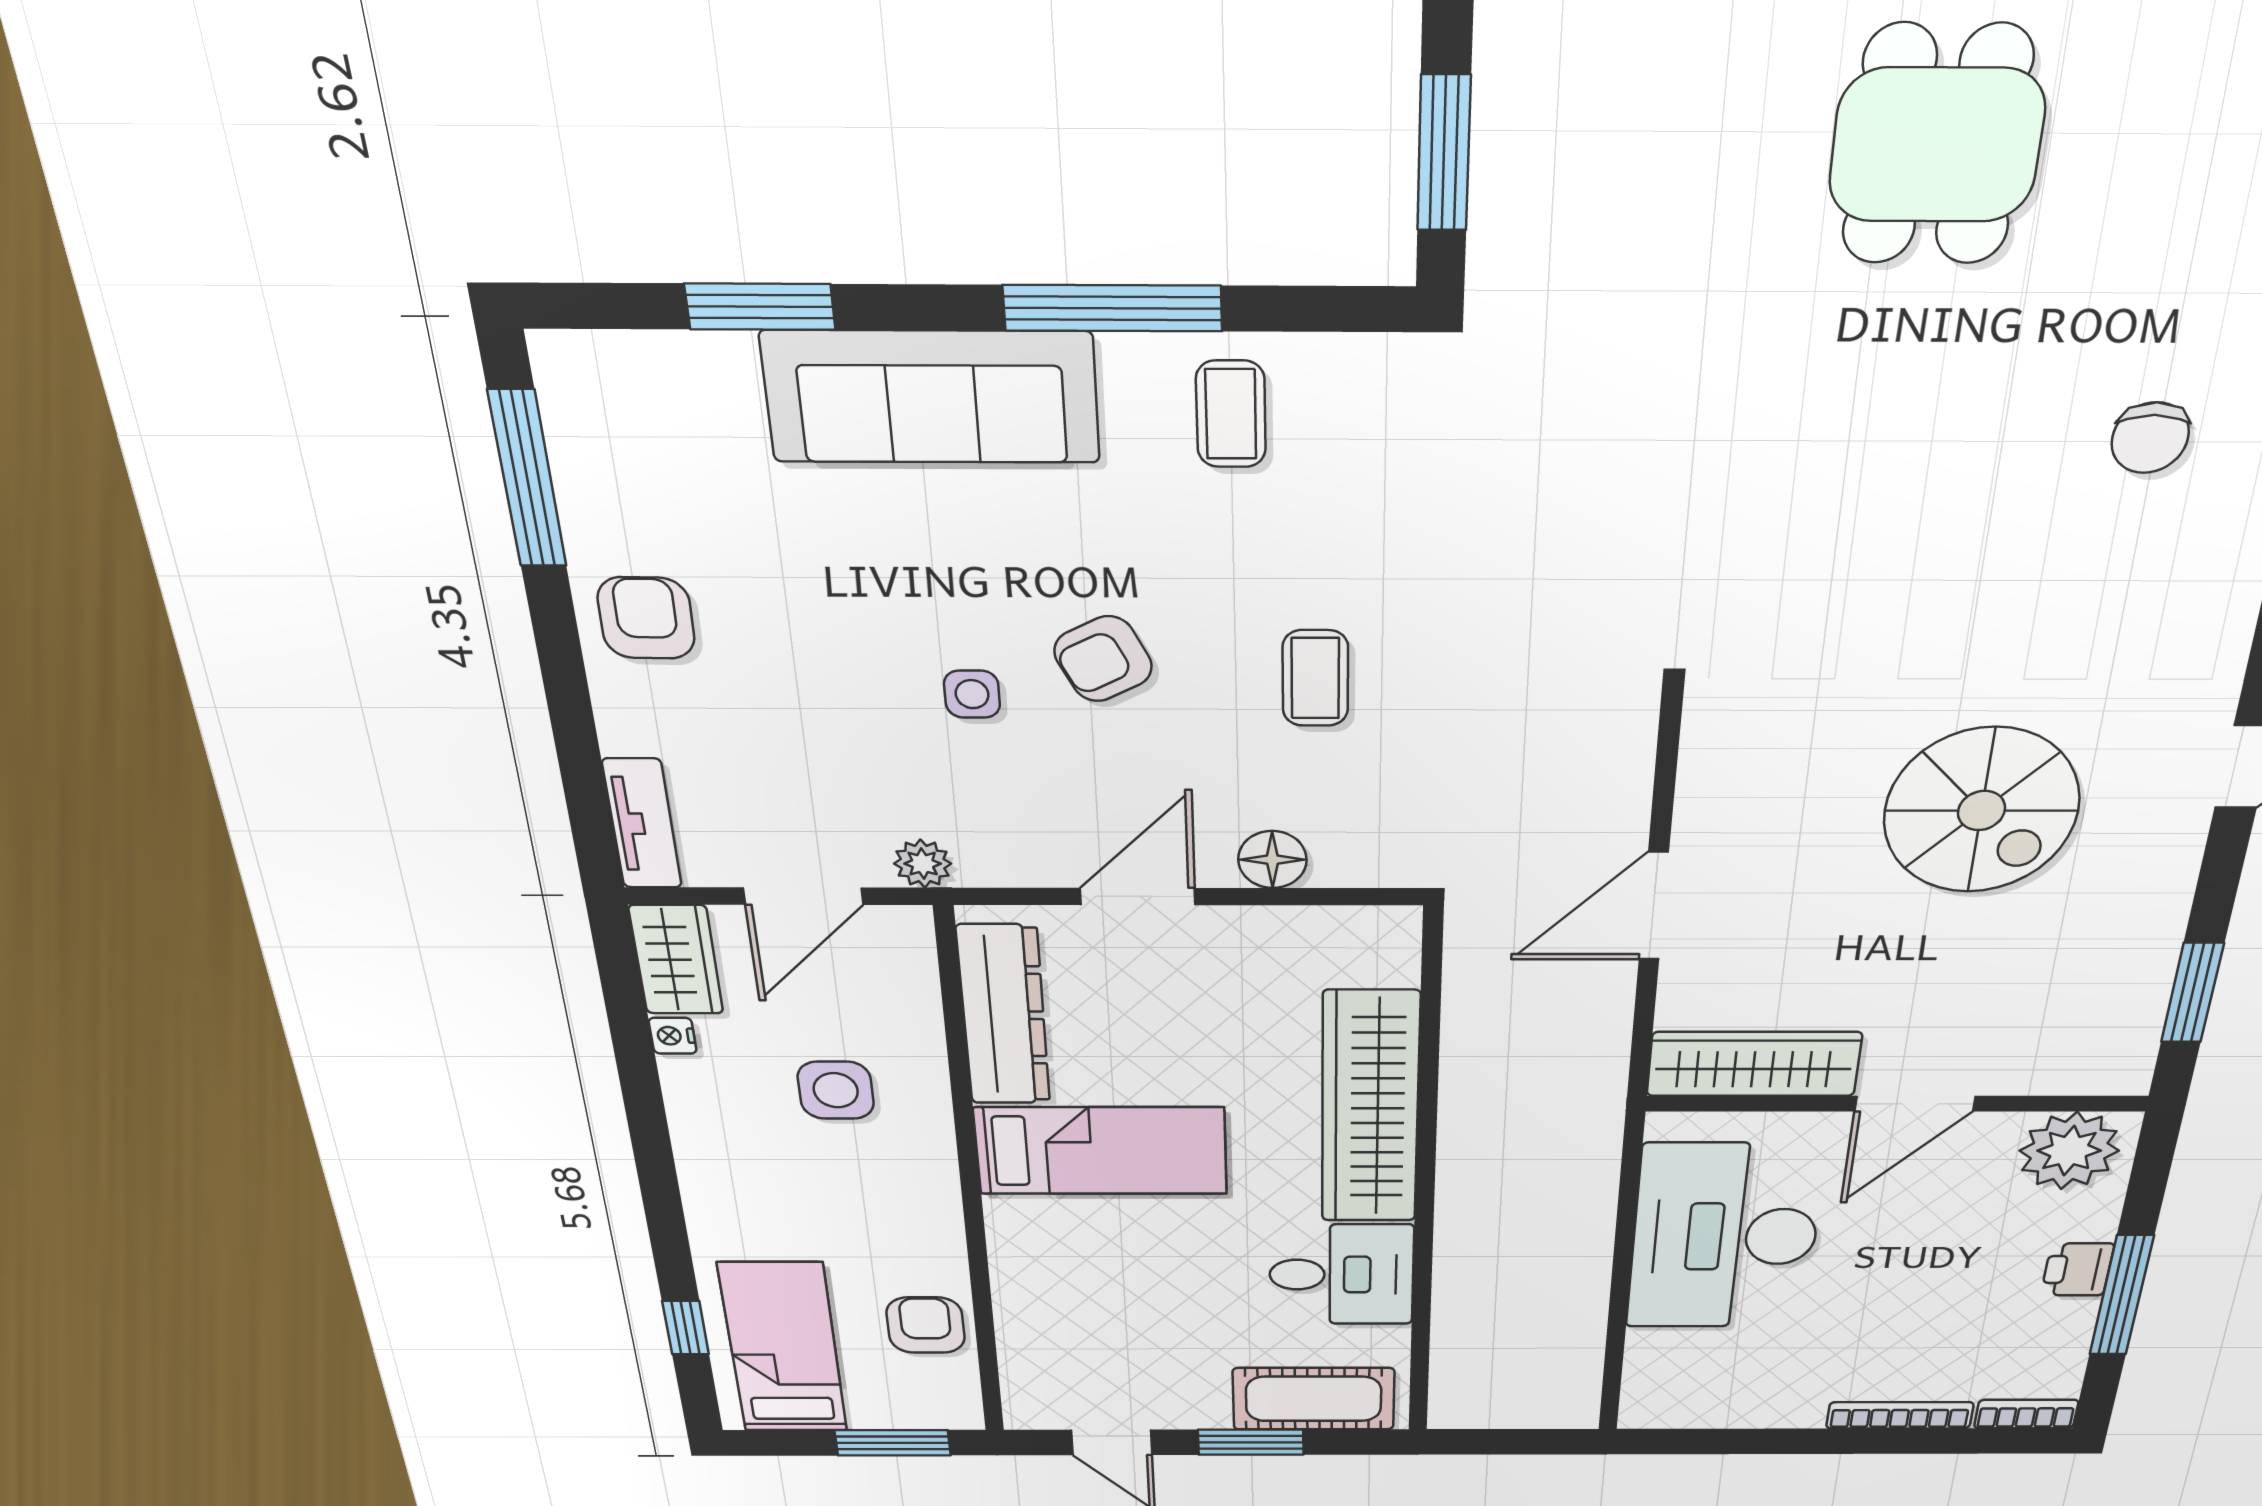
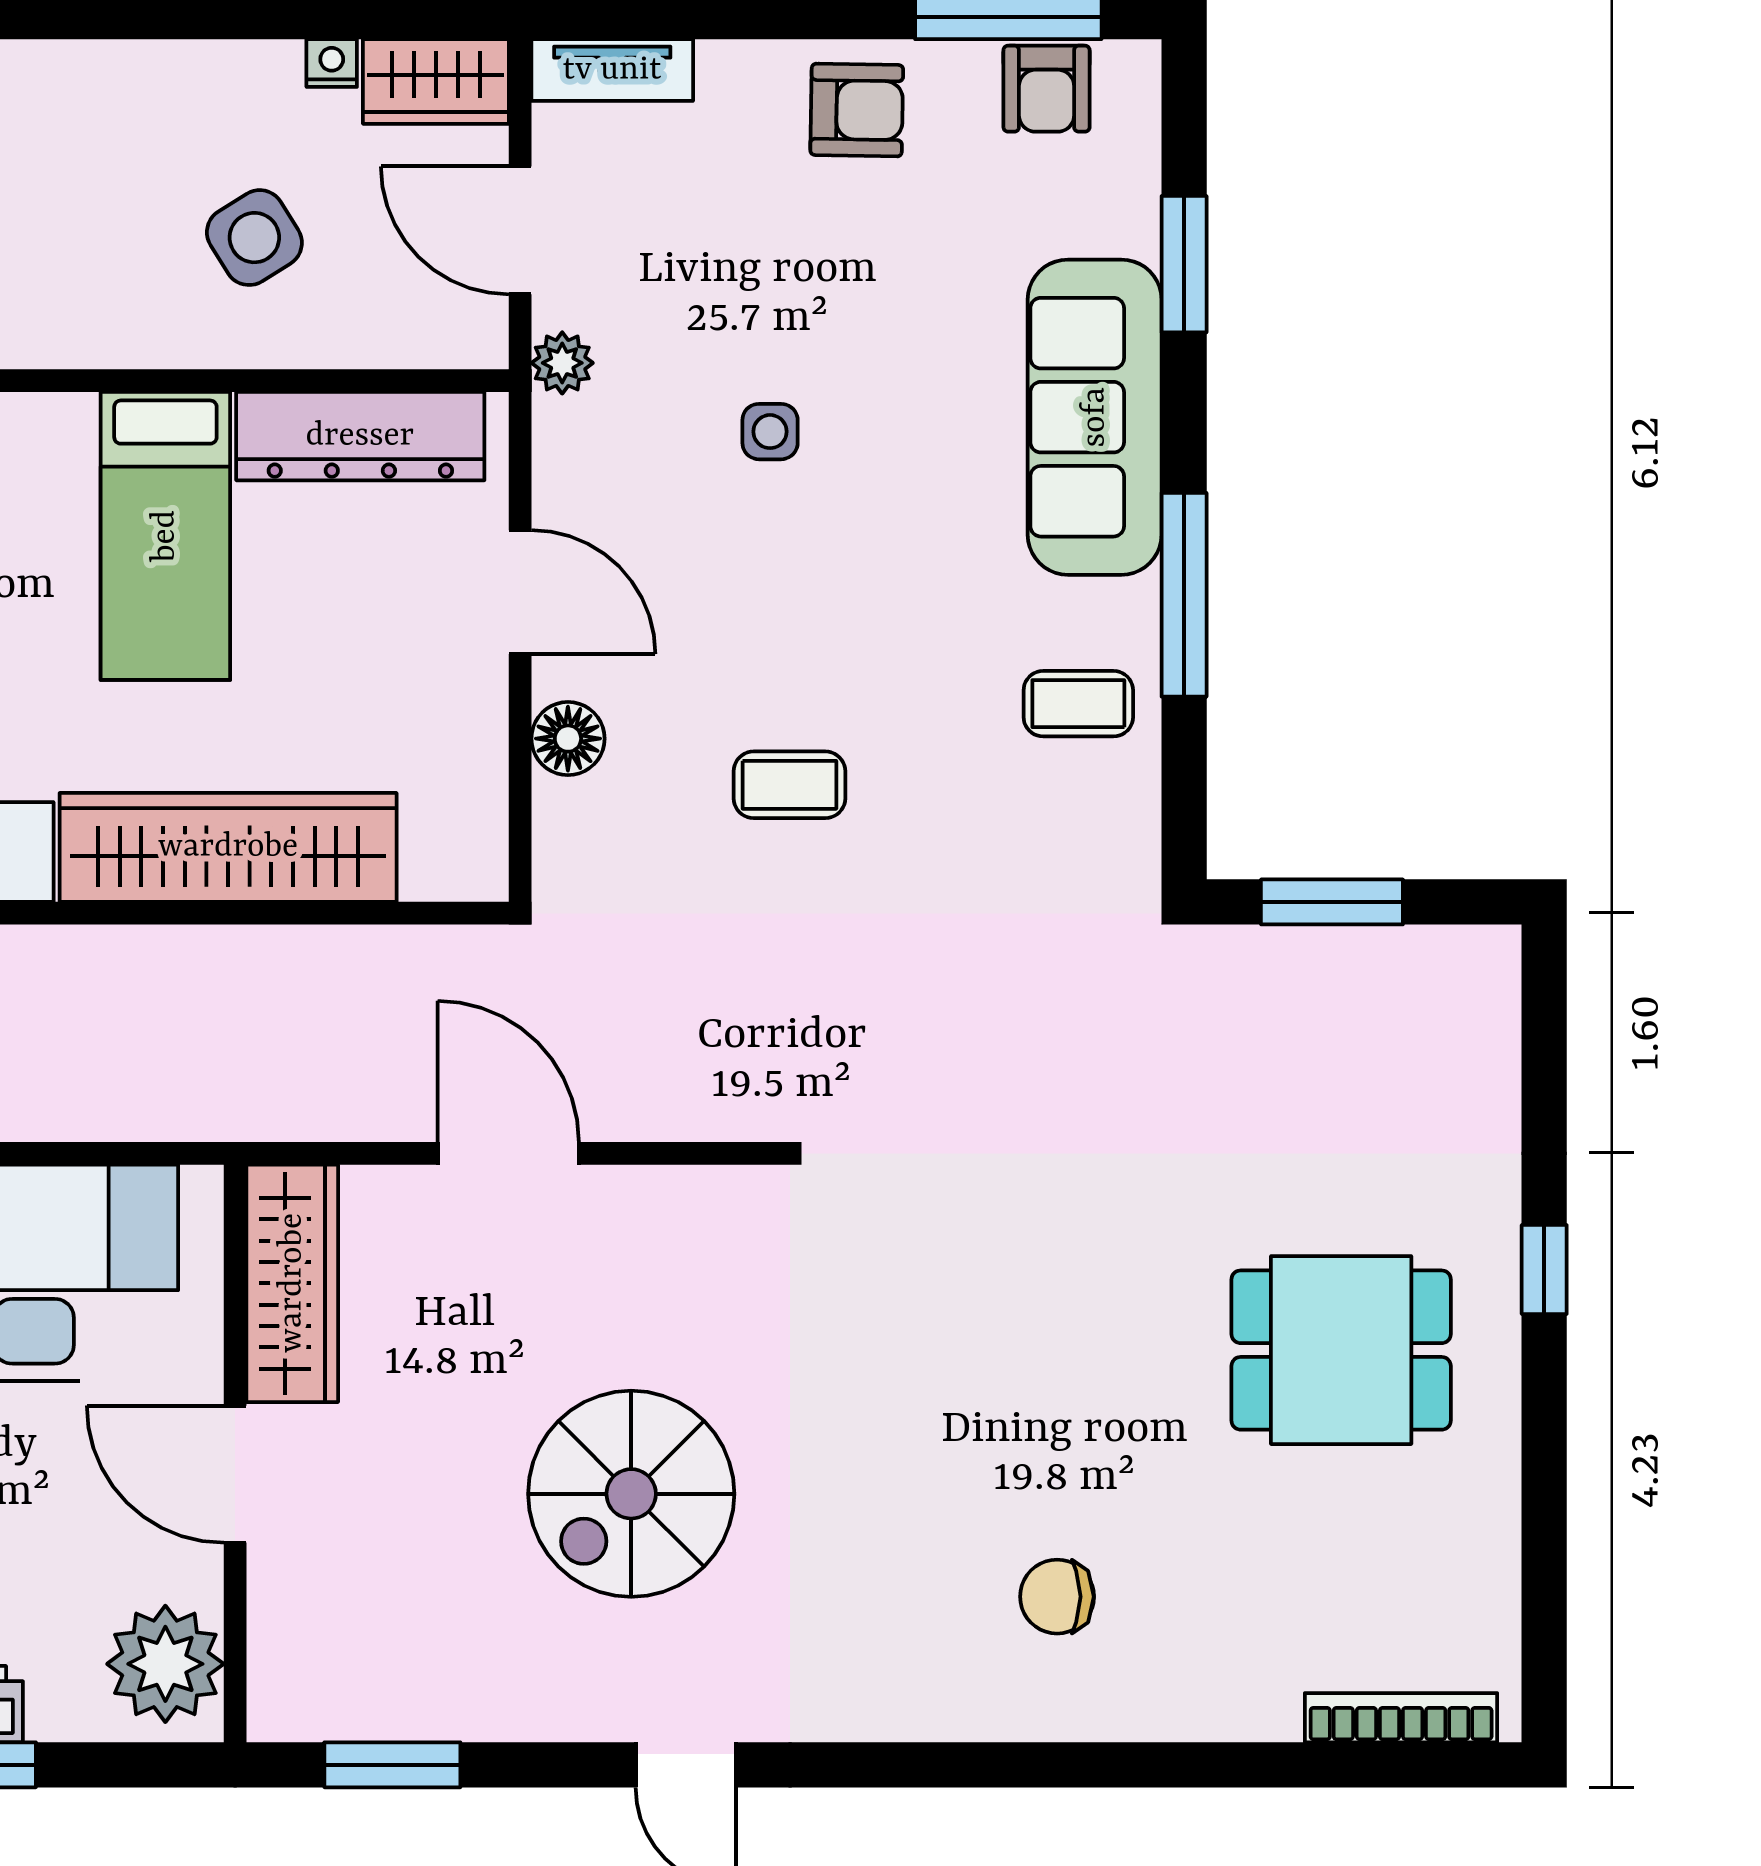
armchair: (1103, 659) -> (1047, 89), moved, turned -153
side table: (836, 1090) -> (254, 238), turned -32

